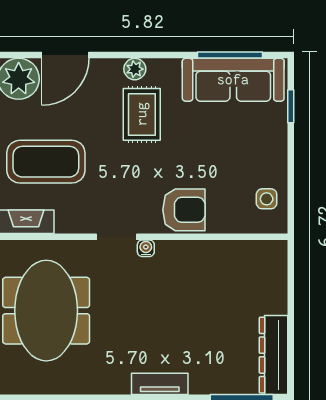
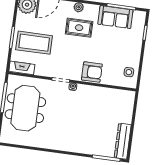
sofa: (233, 80) -> (115, 17), width x0.73
rug: (142, 114) -> (79, 28), turned 90
tv unit: (160, 384) -> (71, 147), removed

